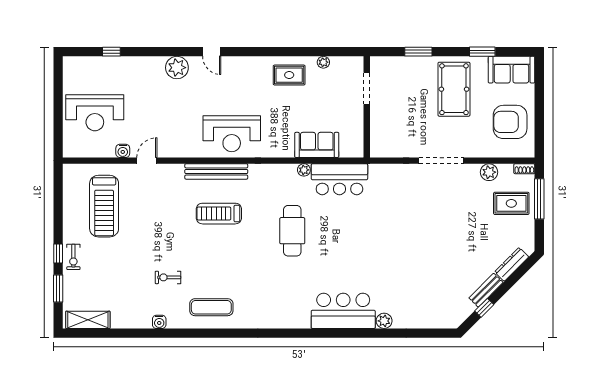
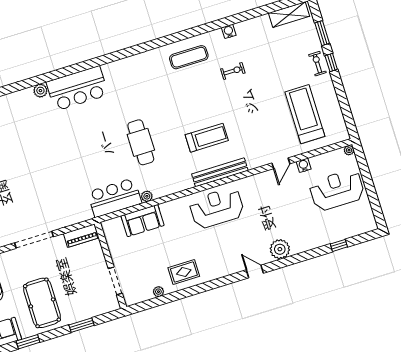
piano: (389, 149) -> (81, 236), added
plant: (68, 152) -> (349, 150), added

